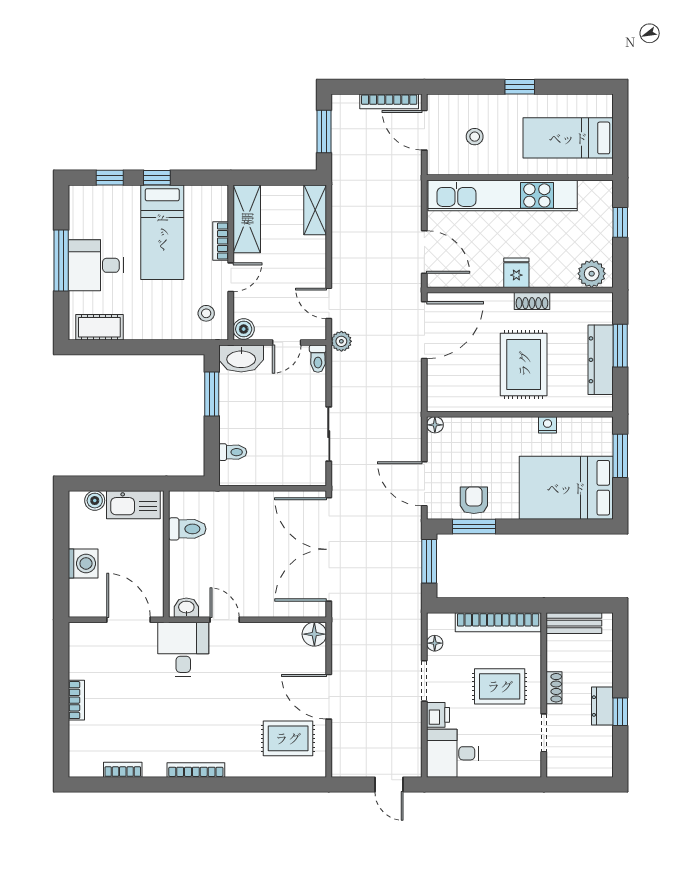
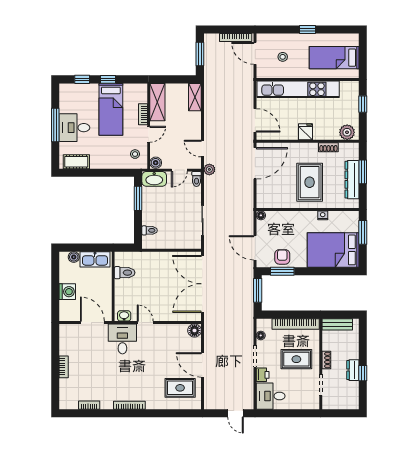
shoe rack: (532, 301) -> (328, 147), moved

